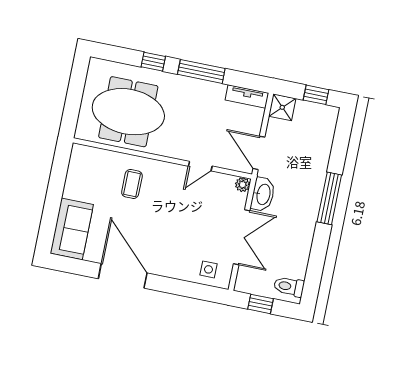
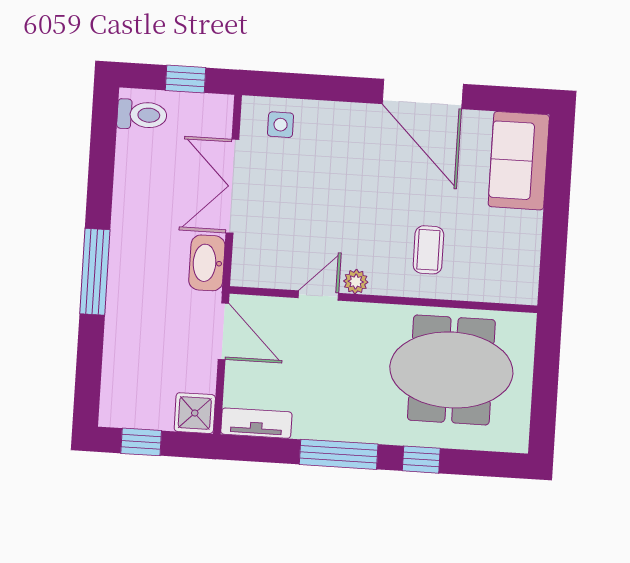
plant: (243, 185) -> (356, 282), moved

